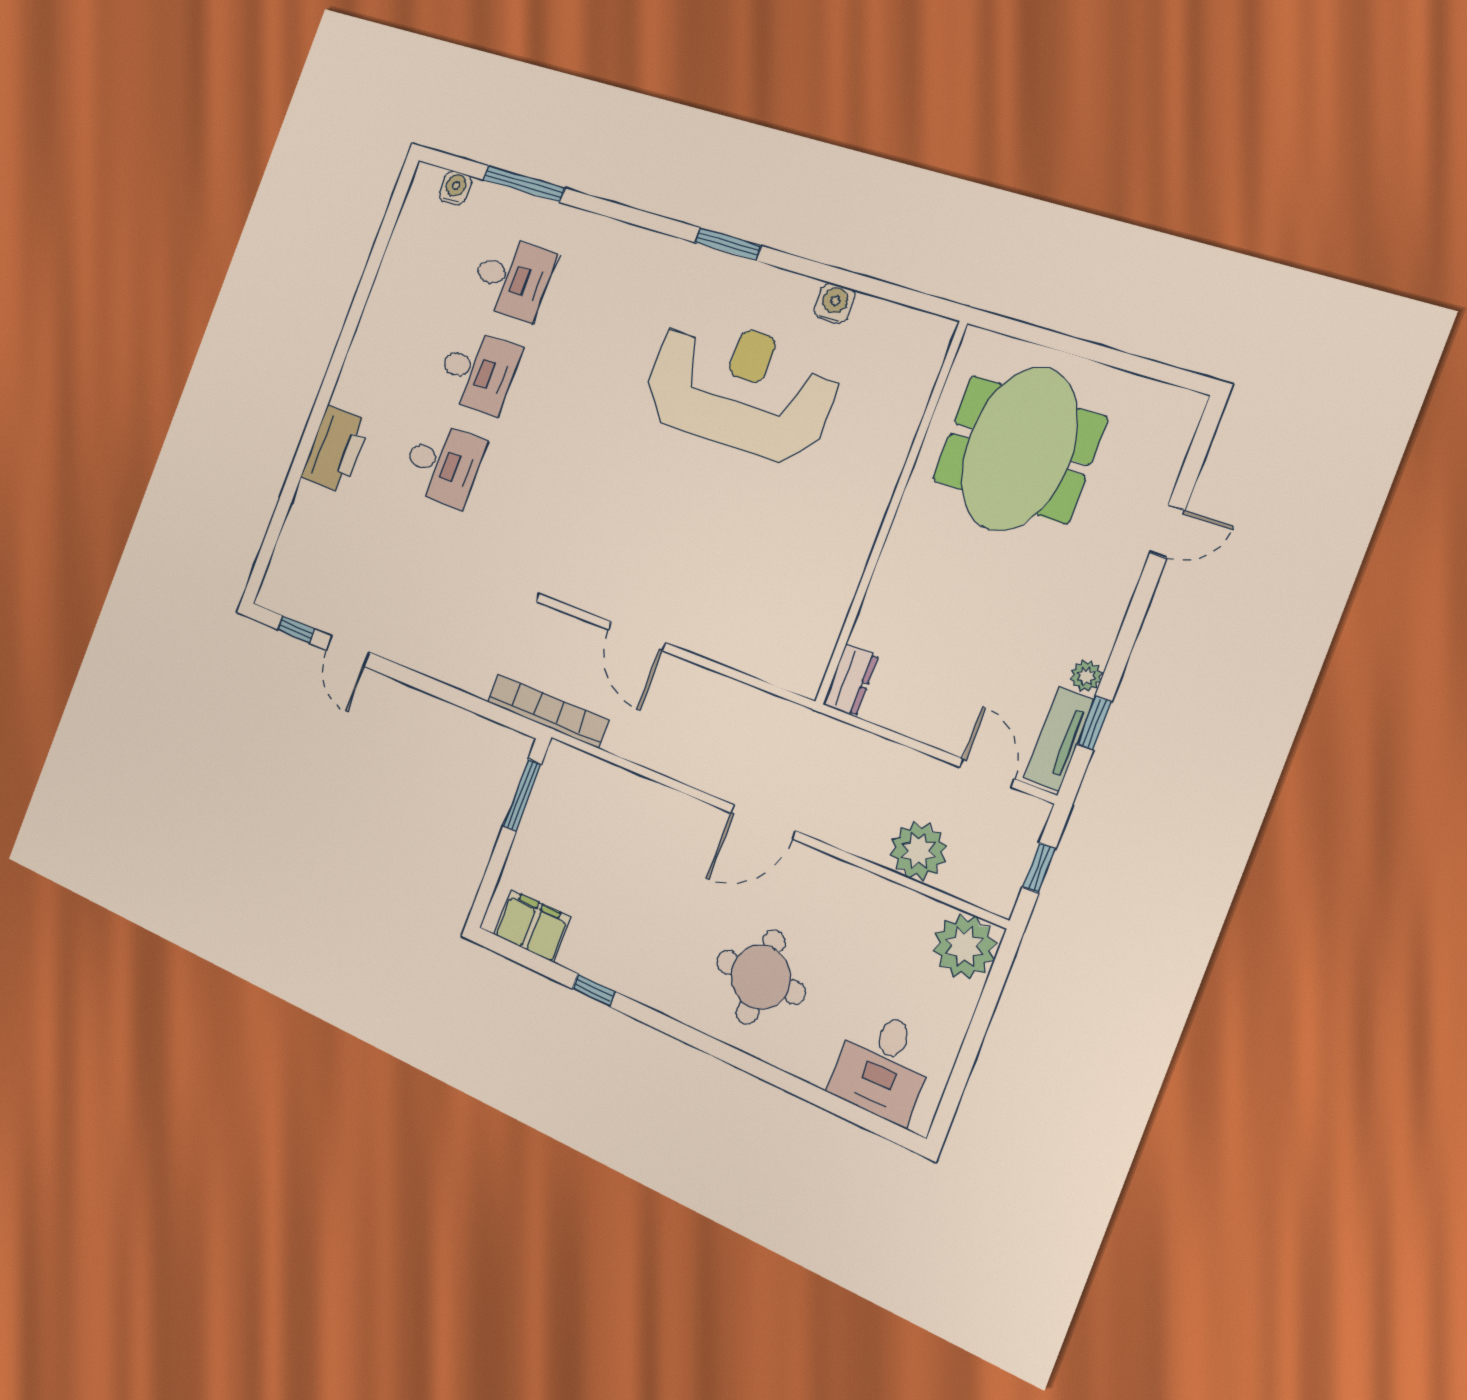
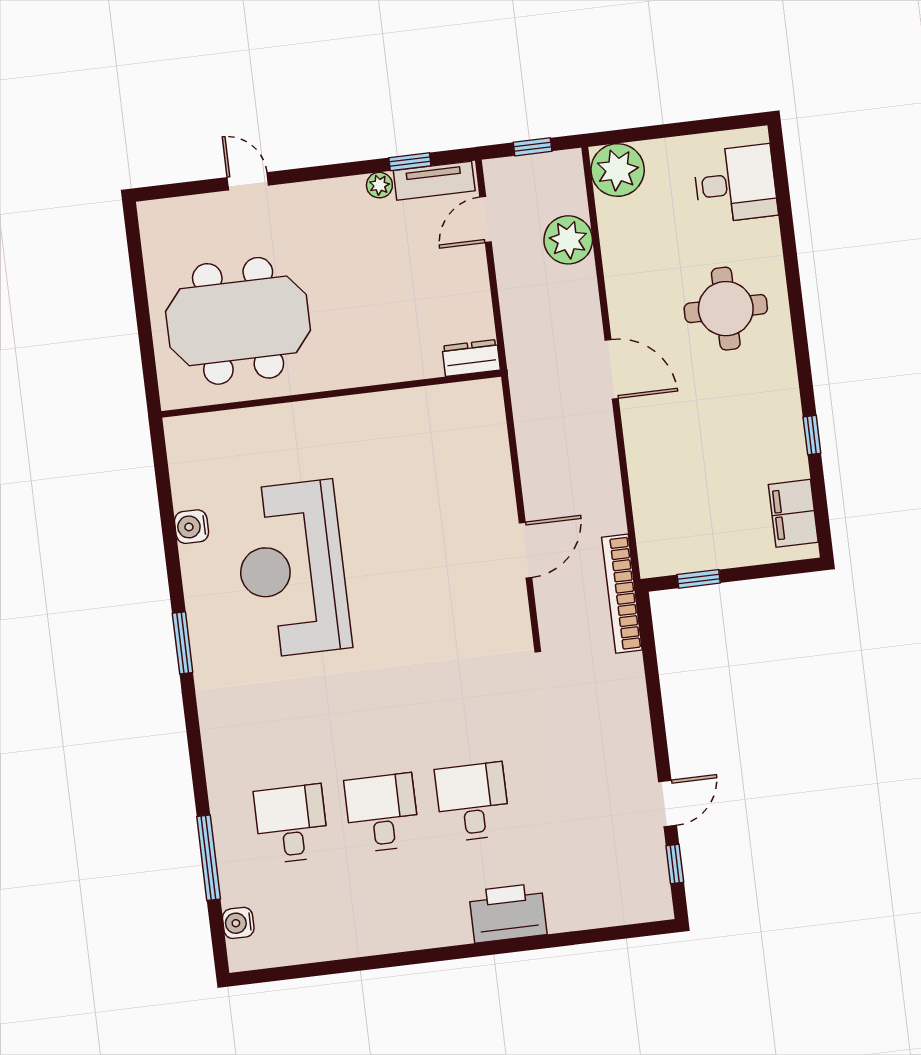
window: (522, 795) -> (699, 579), width x0.67

